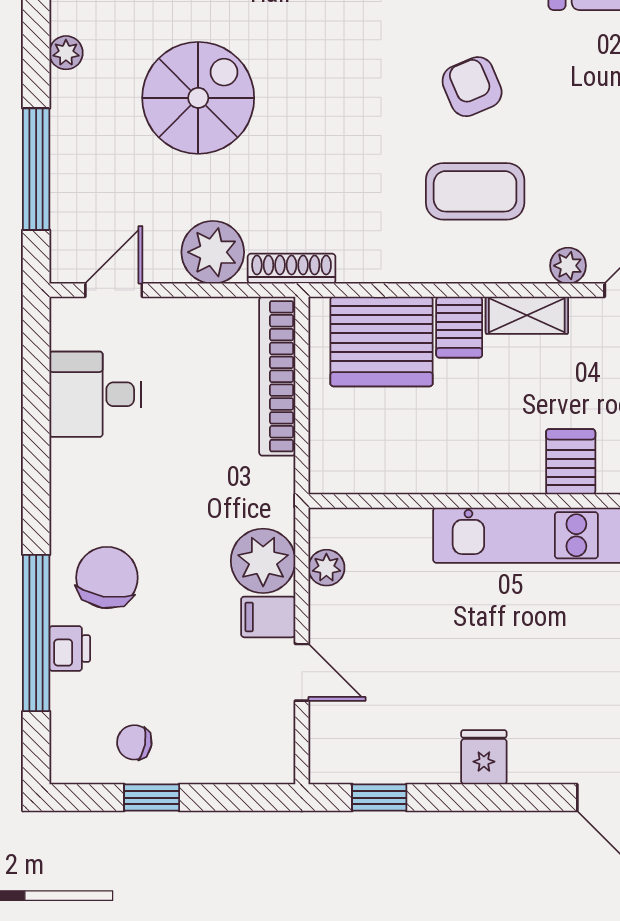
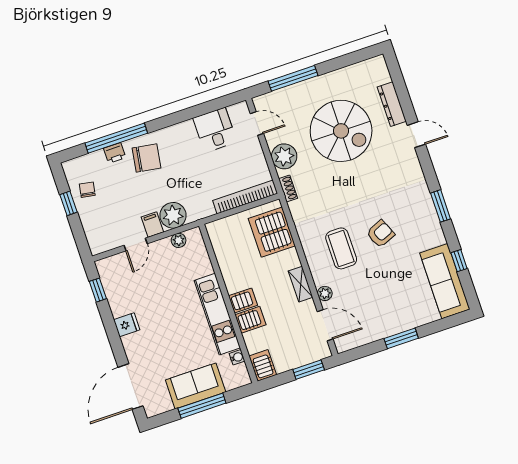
plant: (66, 53) -> (341, 75), removed
spiral stairs: (198, 98) -> (341, 131), width x1.37, depth x1.37
shoe rack: (292, 269) -> (288, 188), width x0.70
server rack: (459, 327) -> (243, 301), moved, turned 180

